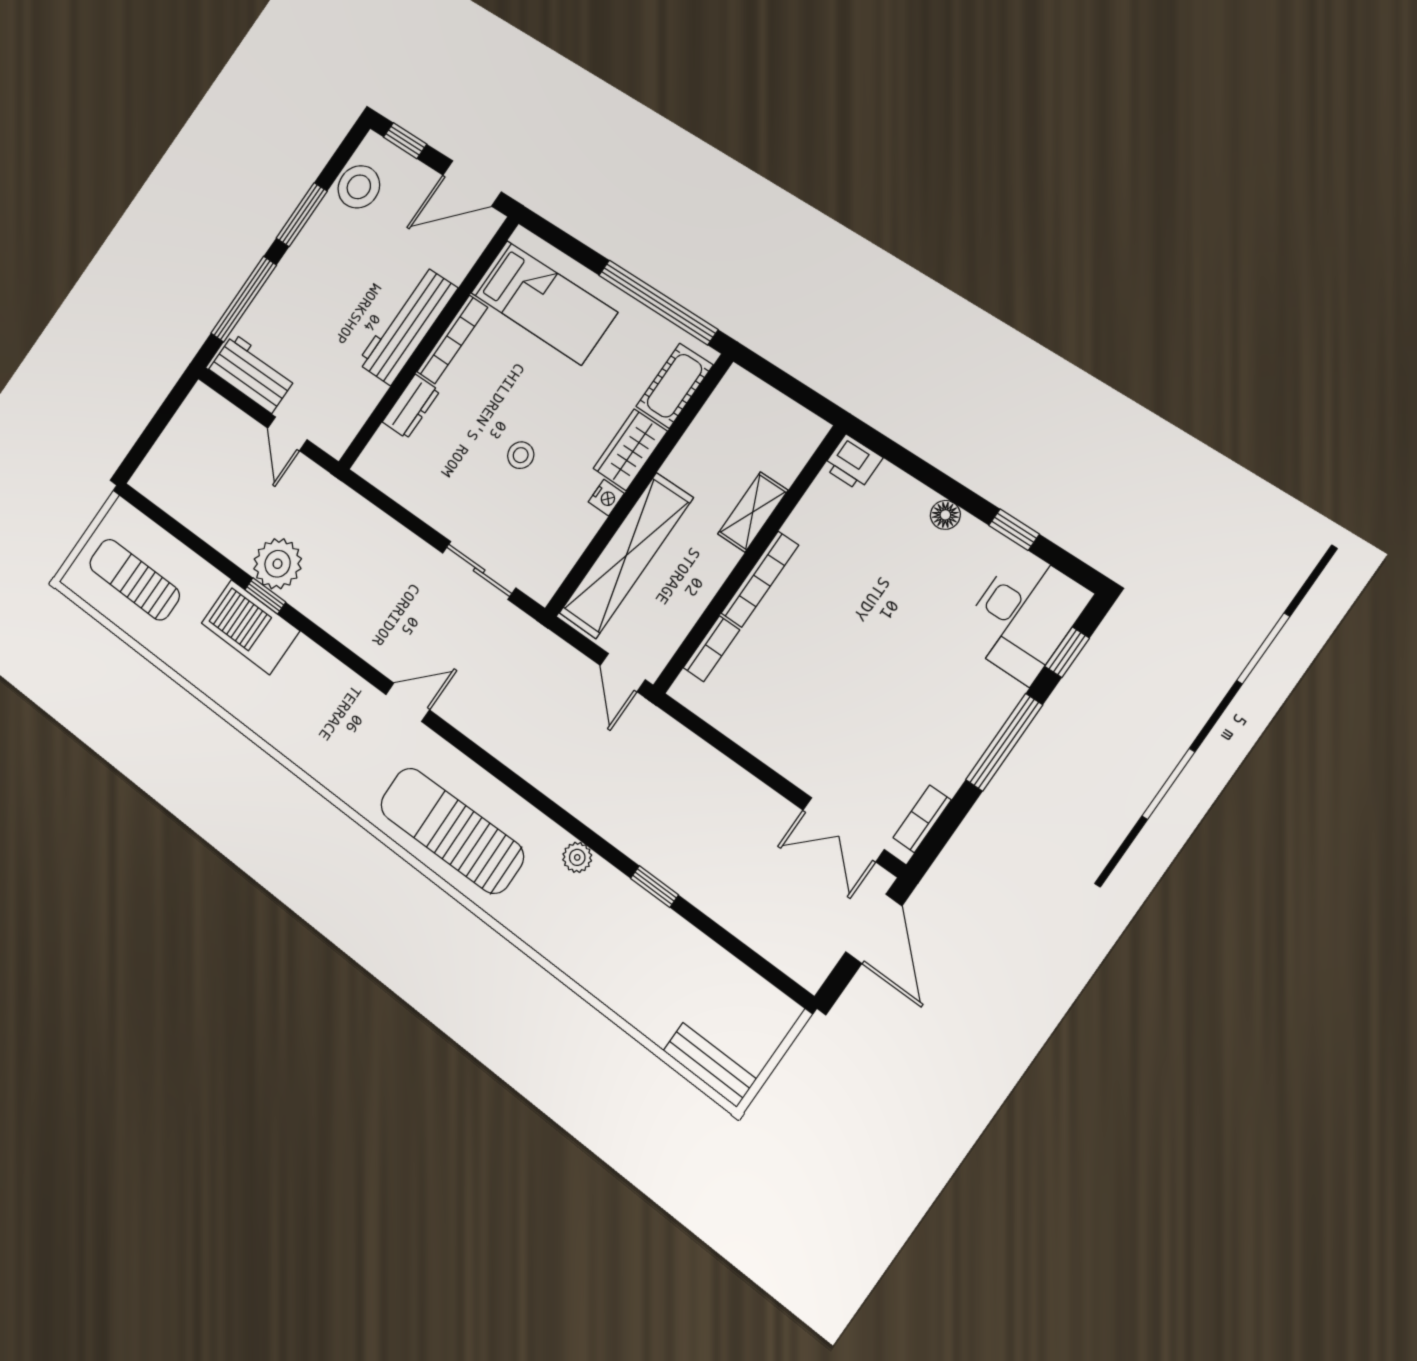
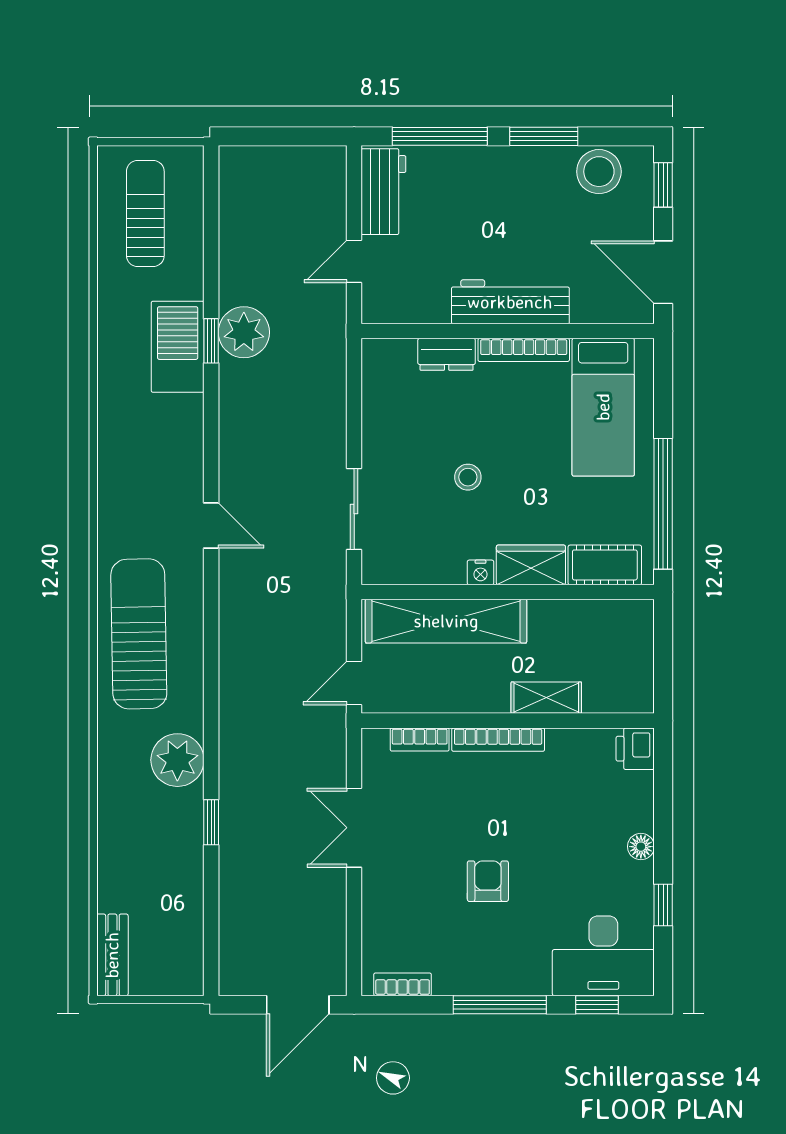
armchair: (881, 675) -> (488, 881), added
double door: (843, 830) -> (354, 828), moved
plant: (577, 857) -> (177, 760), width x1.87, depth x1.87

